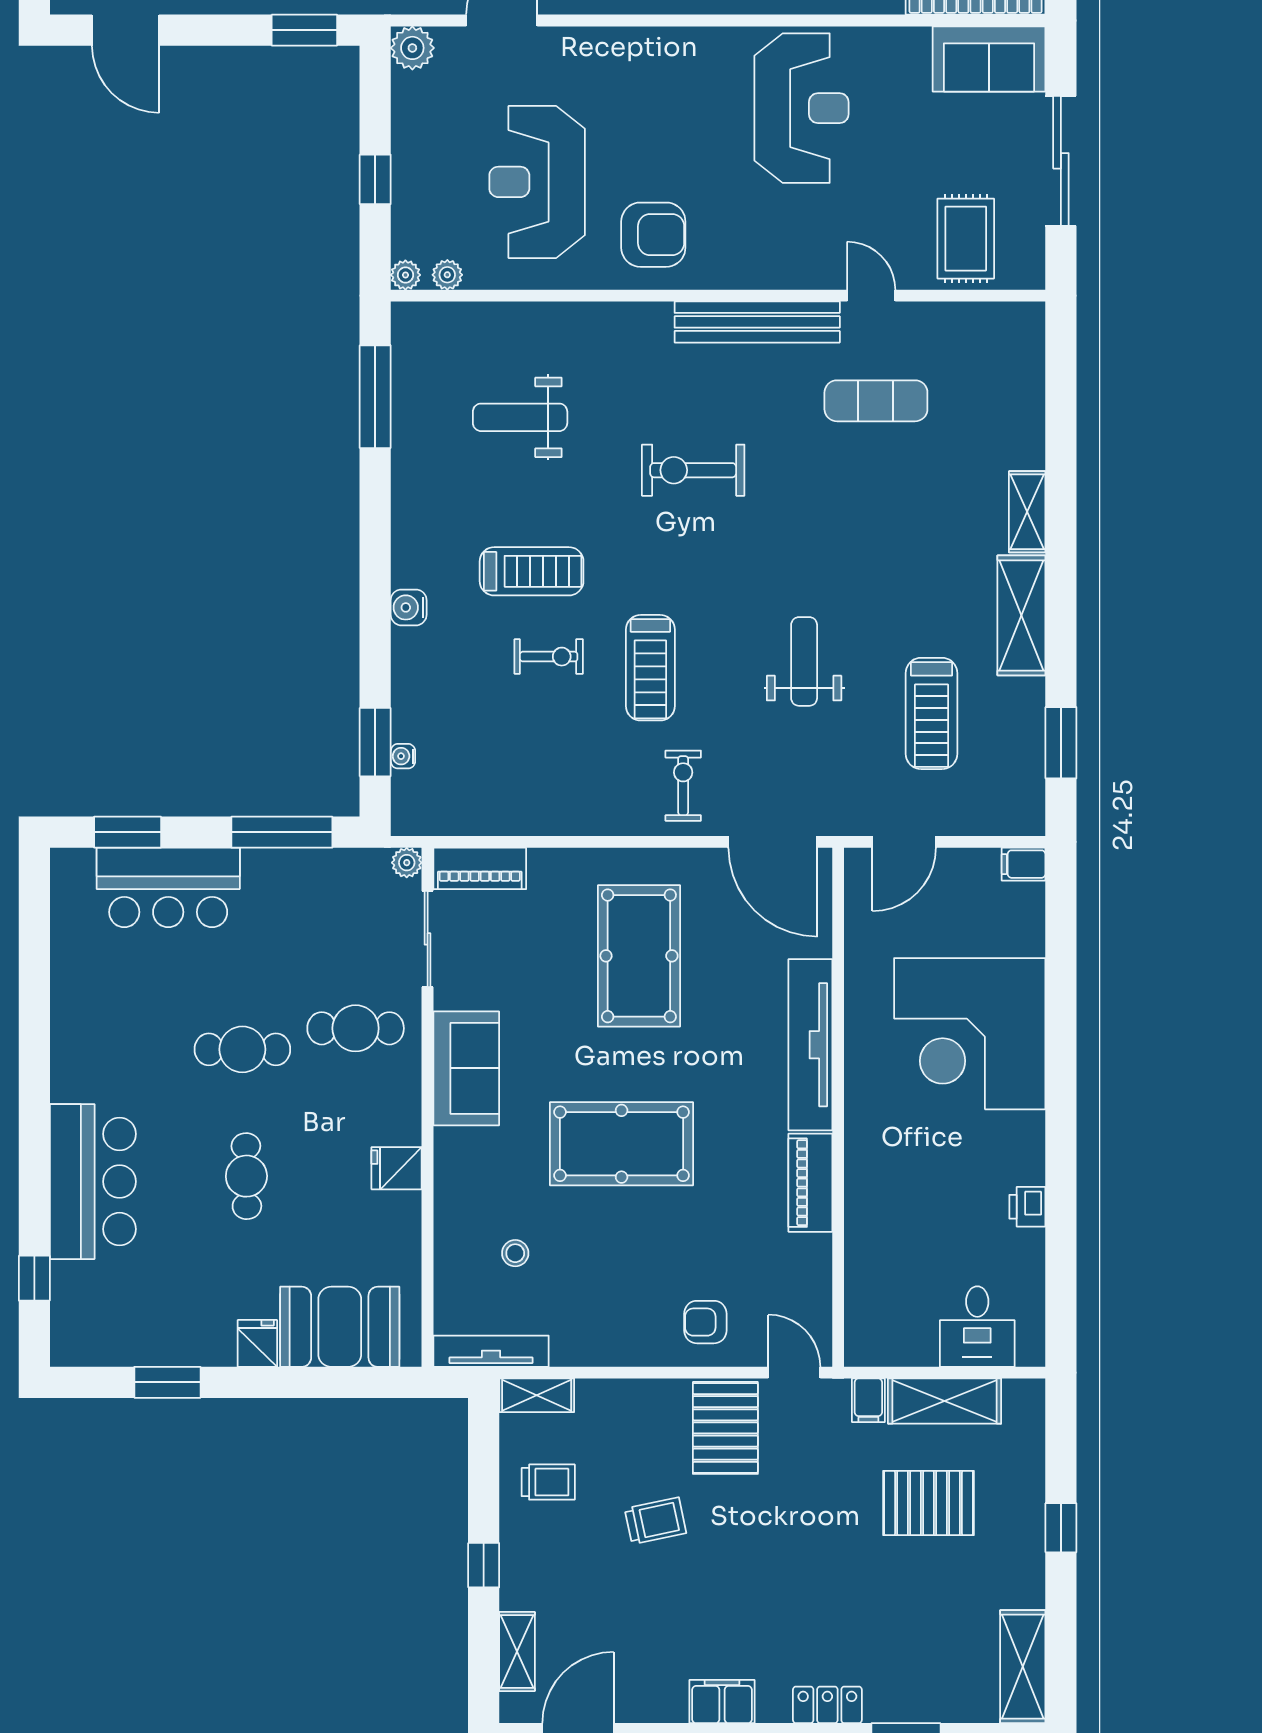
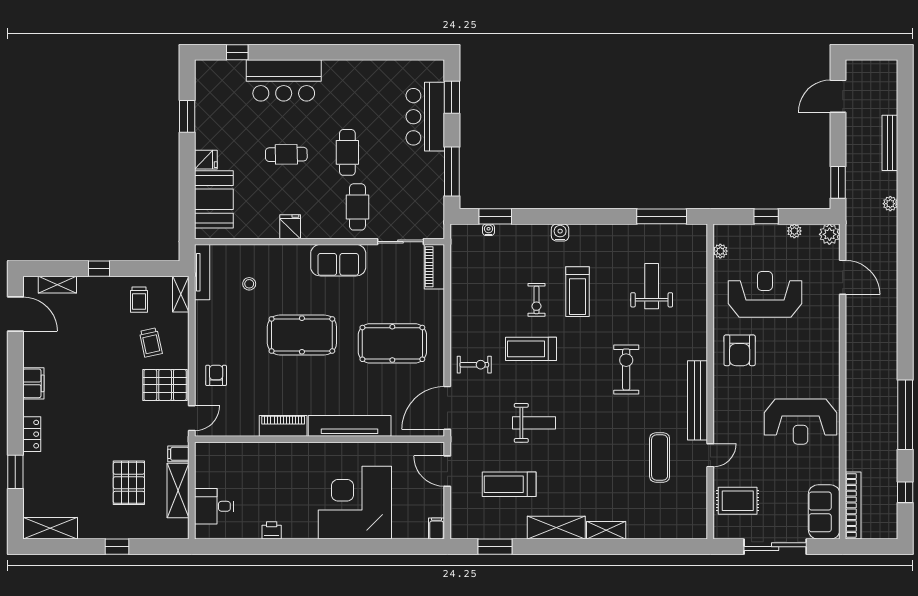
plant: (405, 275) -> (794, 231), moved
plant: (407, 863) -> (437, 232), removed
pool table: (622, 1144) -> (302, 335), turned 90
trolley: (655, 1521) -> (151, 342), moved

